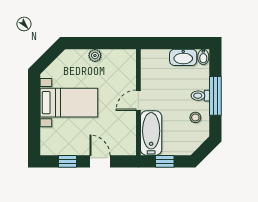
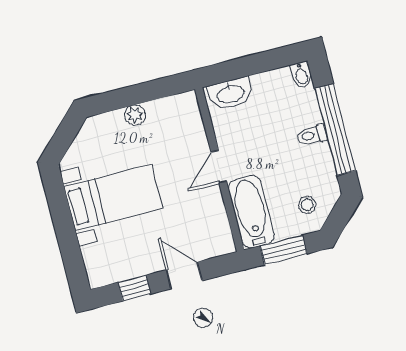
washbasin: (183, 57) -> (230, 94), moved
window: (215, 96) -> (335, 130), width x1.46
stool: (195, 117) -> (307, 205), moved
window: (165, 161) -> (283, 250), width x1.50

